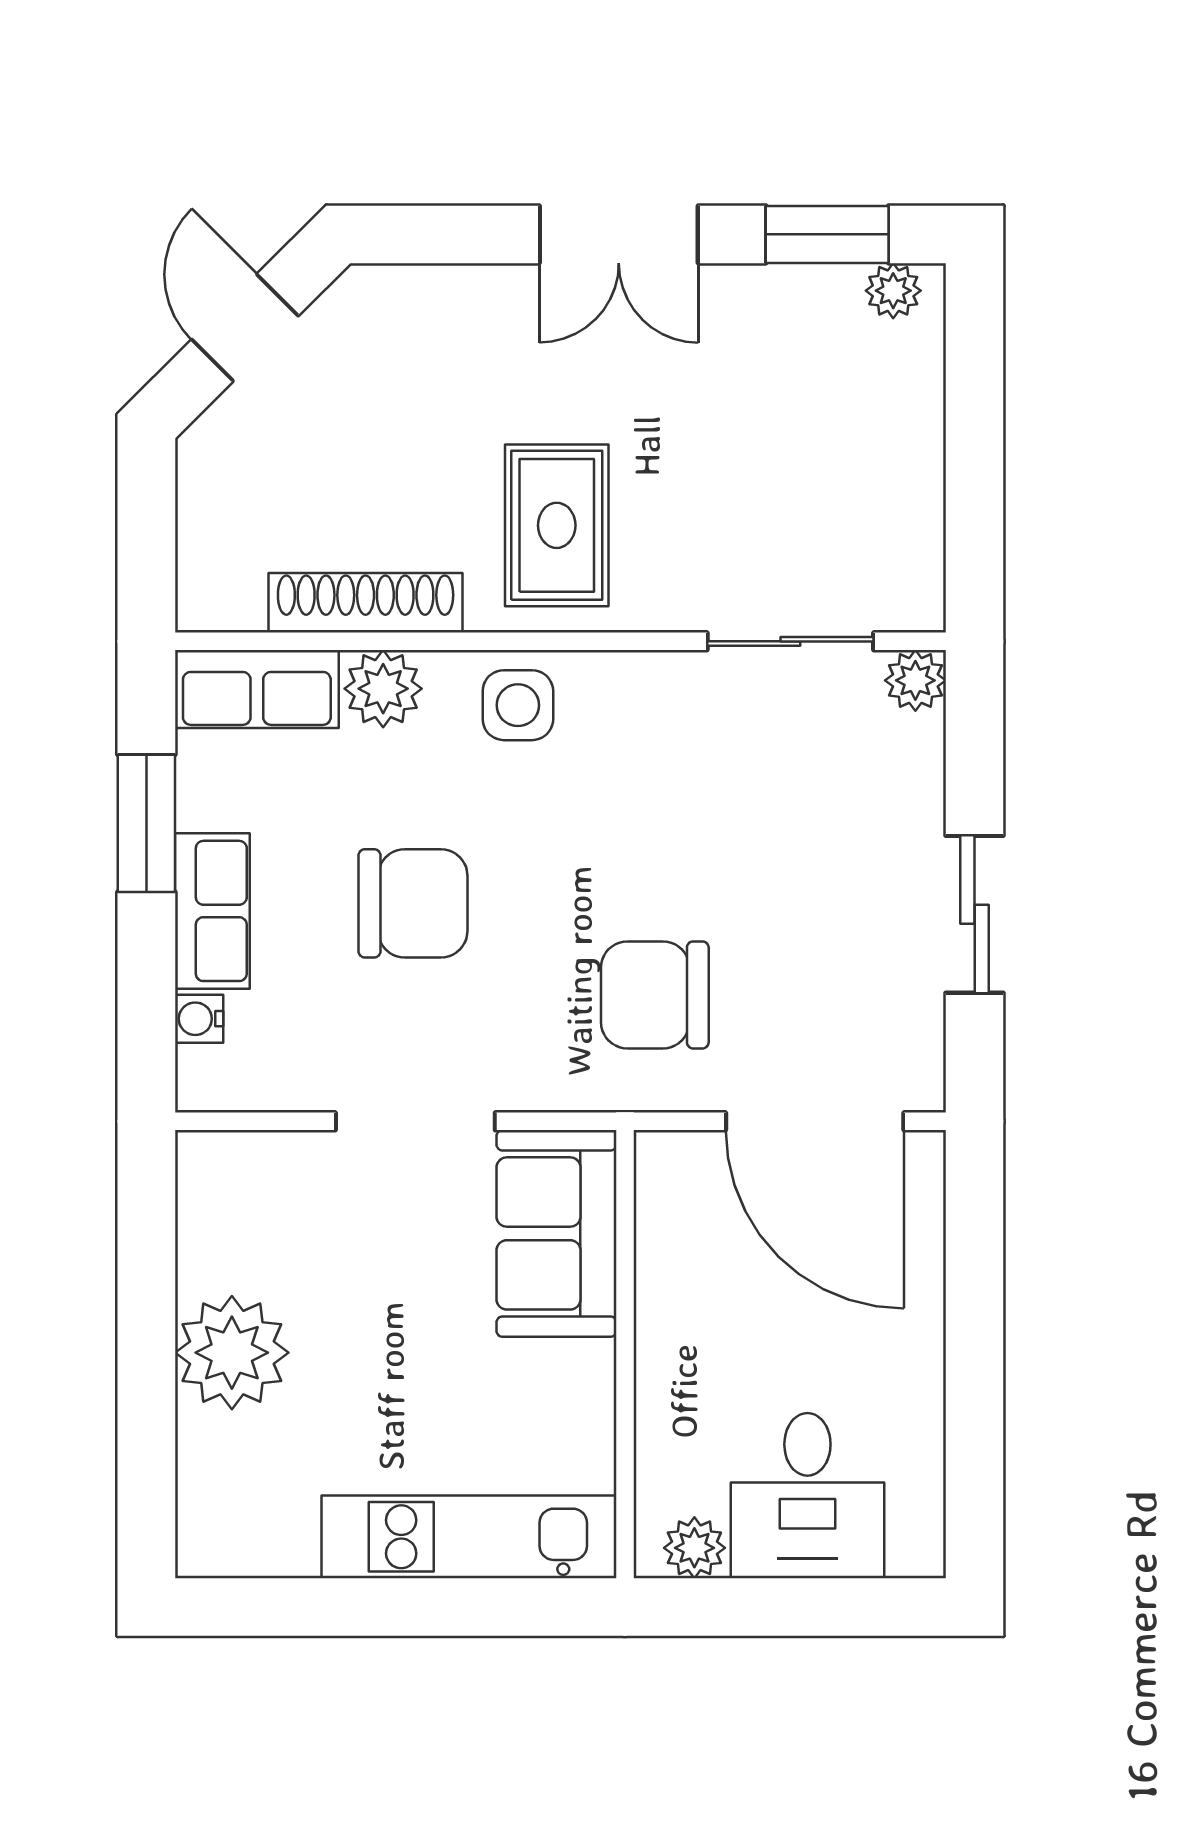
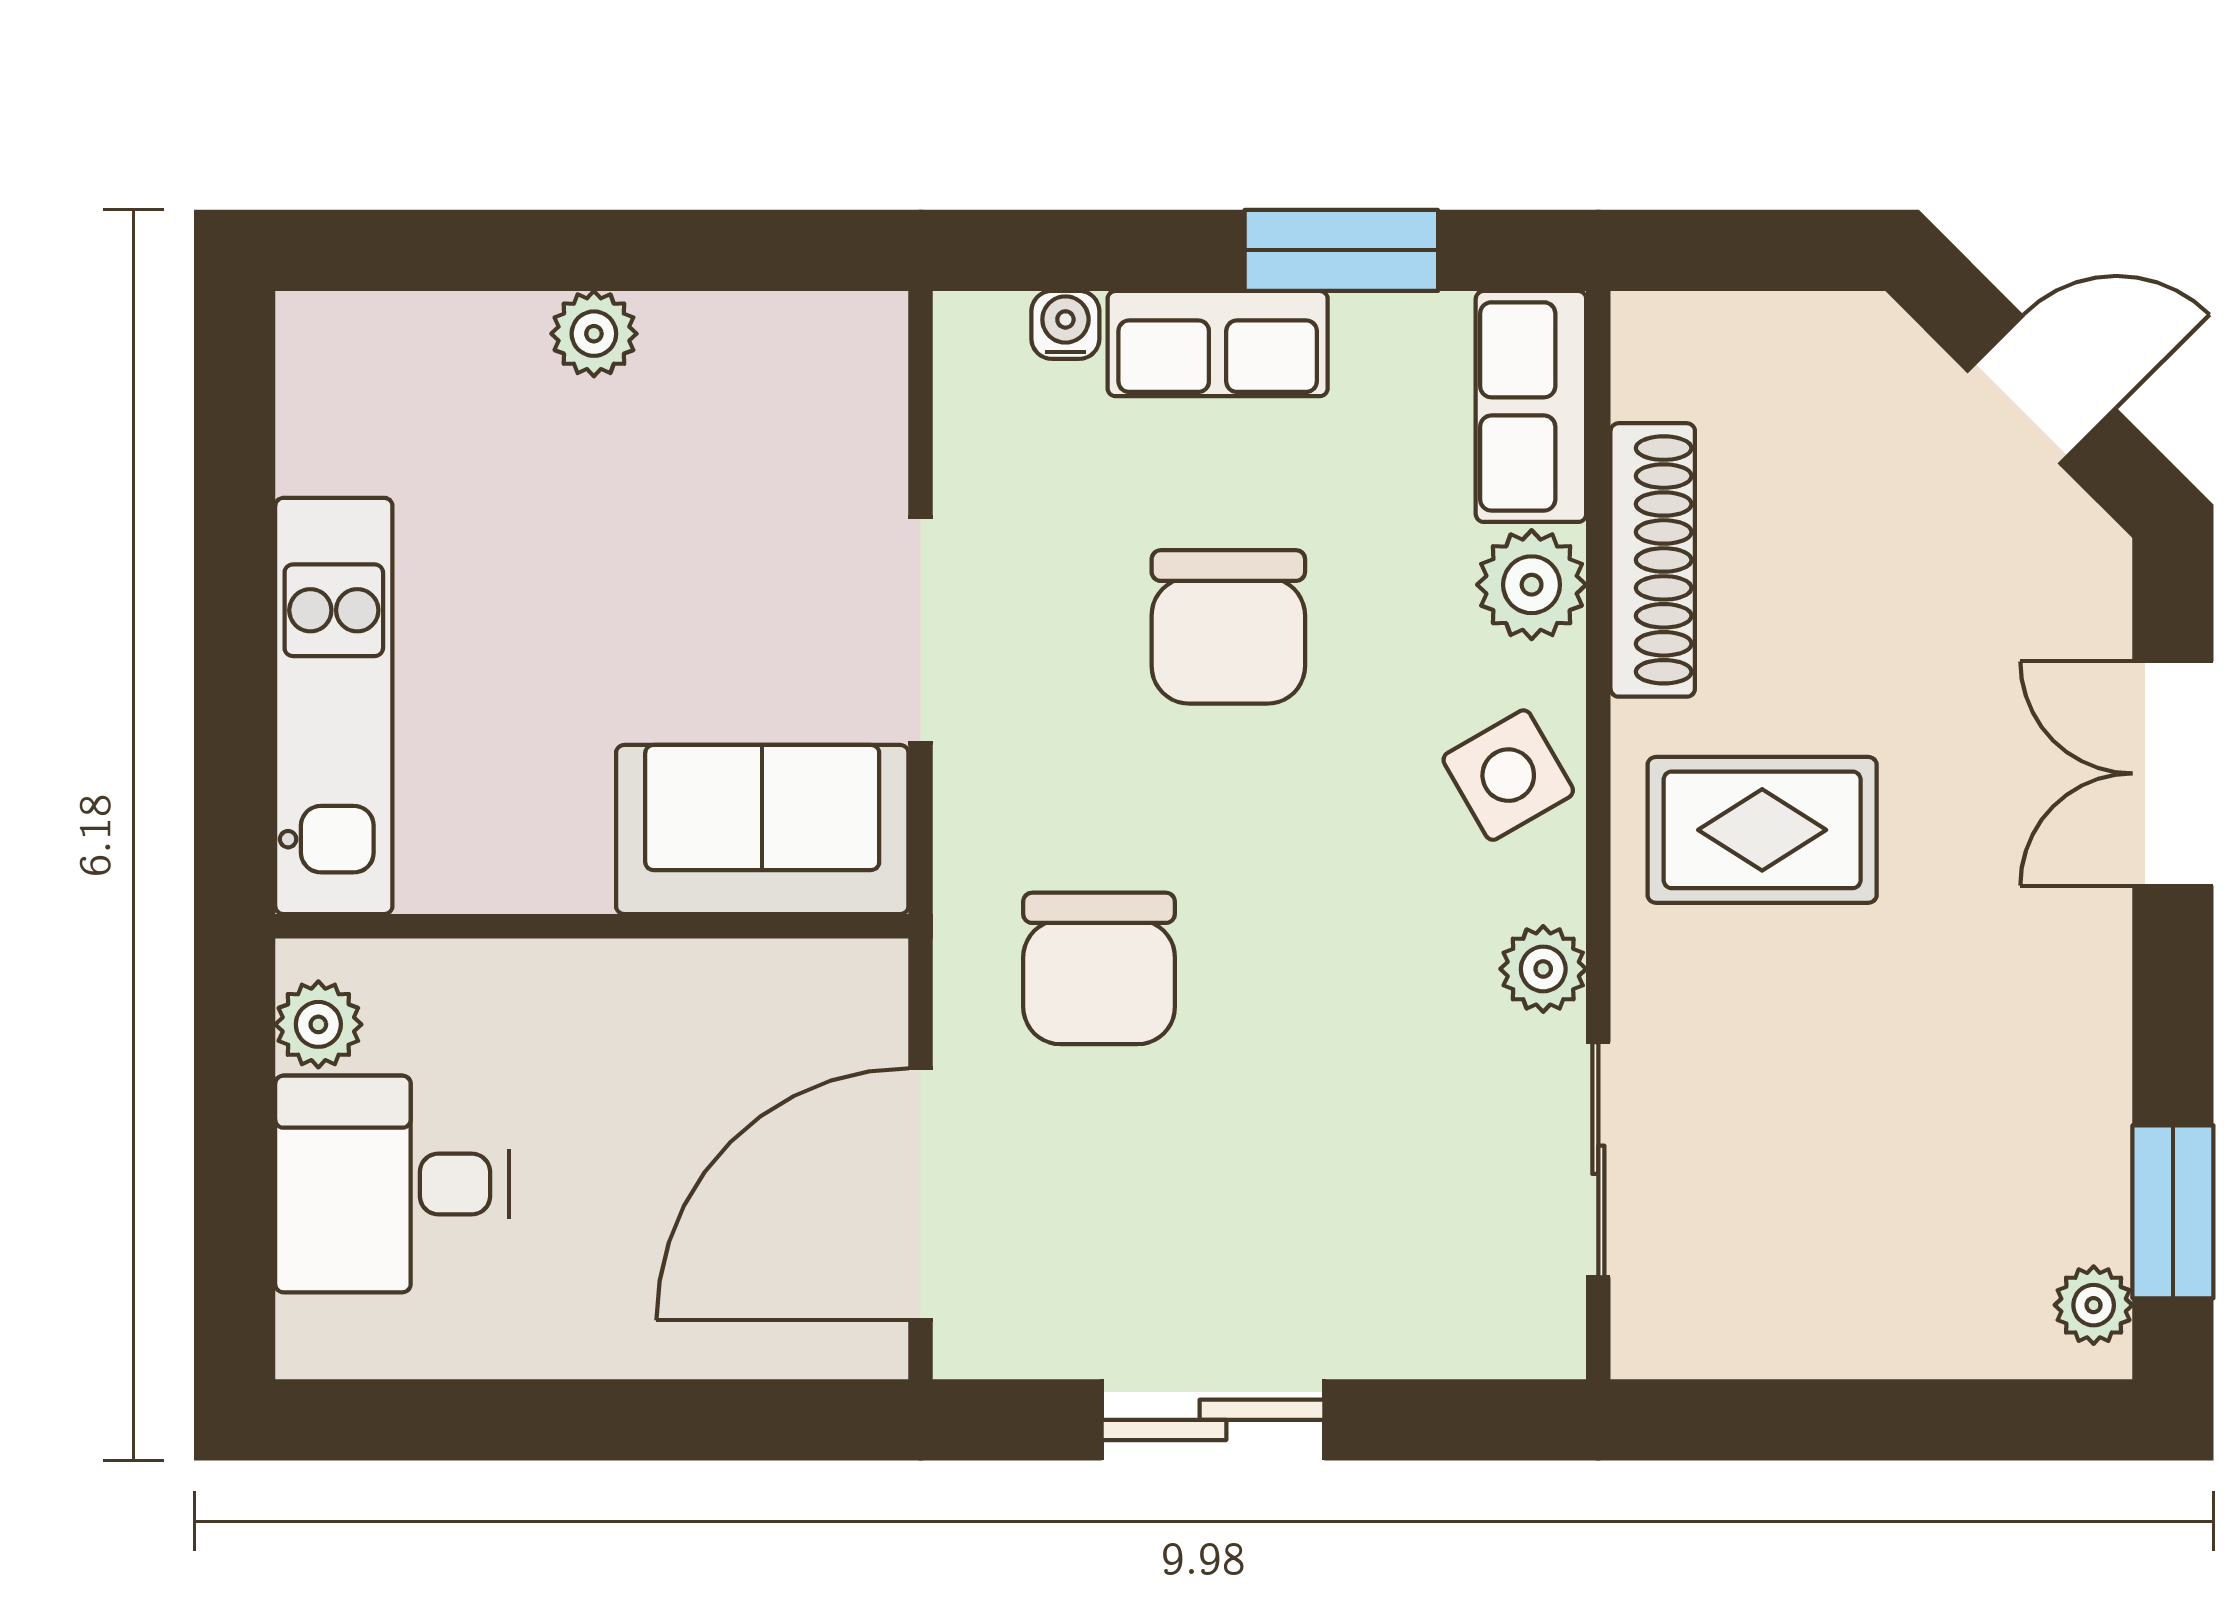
double door: (619, 234) -> (2173, 773), moved
plant: (915, 680) -> (1543, 969), moved
side table: (518, 705) -> (1508, 775), turned -30
chair: (655, 995) -> (1099, 968), turned 180
plant: (232, 1353) -> (594, 334), width x0.53, depth x0.53

